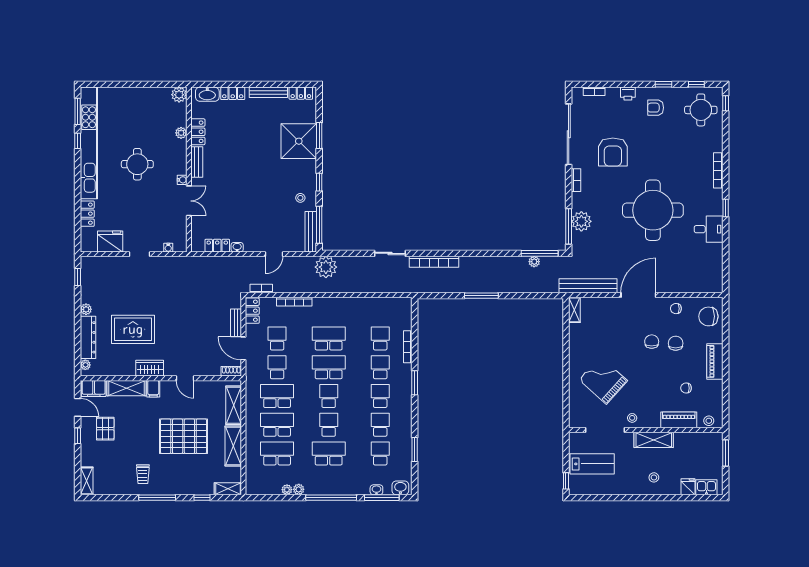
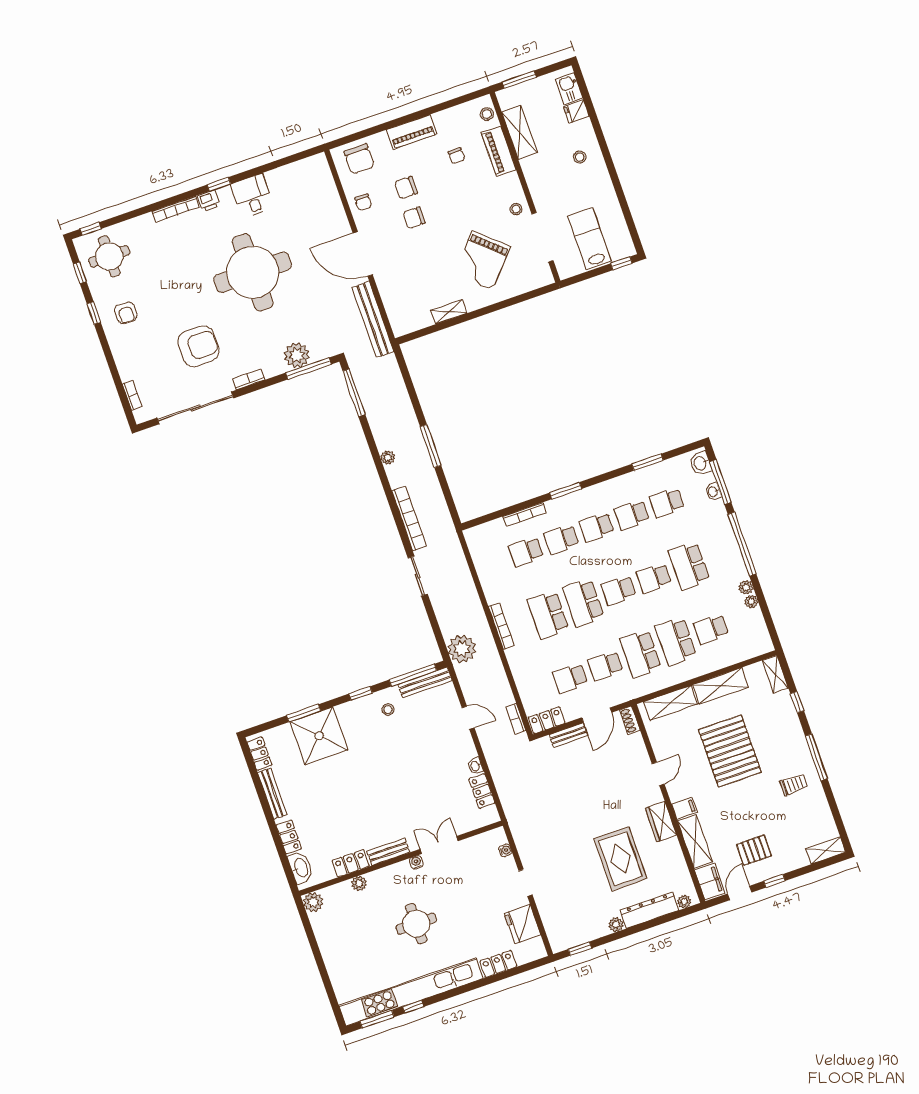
printer: (628, 94) -> (209, 201), moved, turned 90
plant: (534, 262) -> (388, 457), moved
bookcase: (294, 302) -> (501, 626), moved
shelving: (574, 310) -> (449, 312), moved
shelving: (654, 440) -> (519, 133), moved
school desk: (277, 453) -> (711, 629), width x0.54

